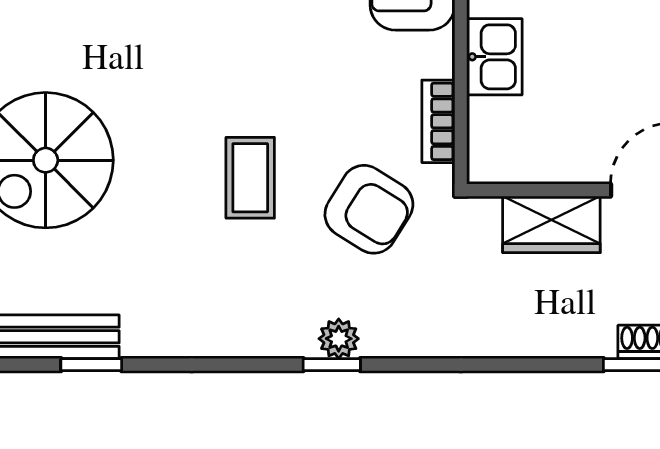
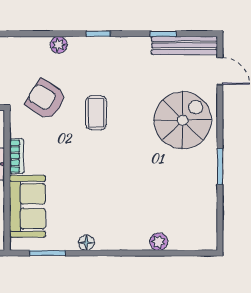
bookcase: (438, 121) -> (17, 156), moved
window: (332, 365) -> (98, 34), moved

